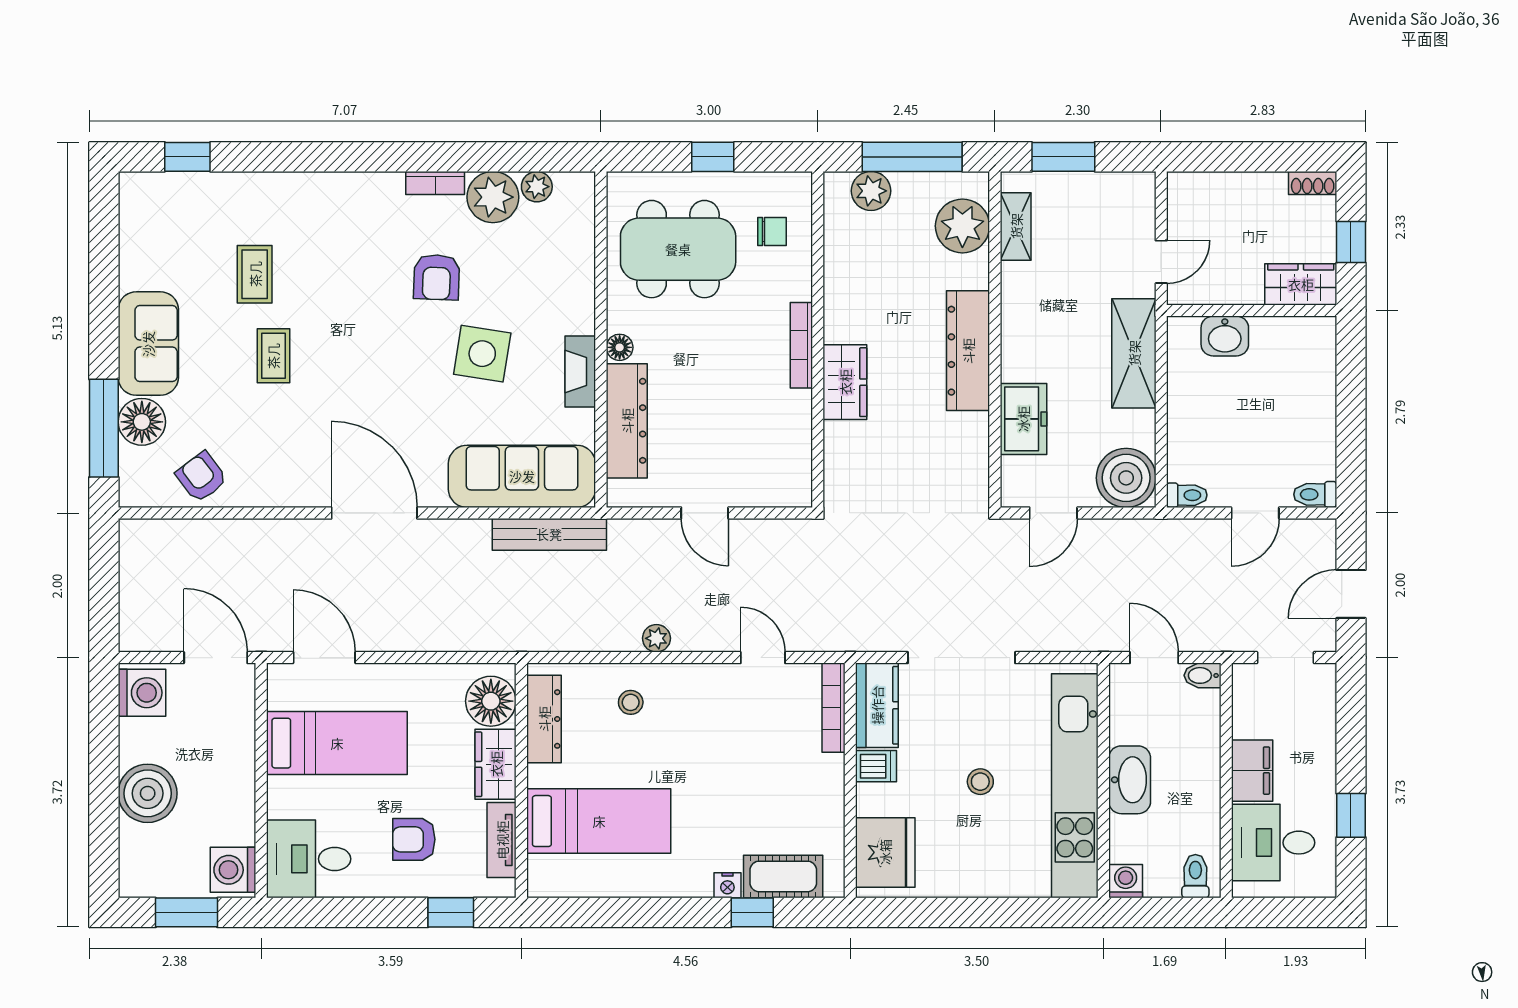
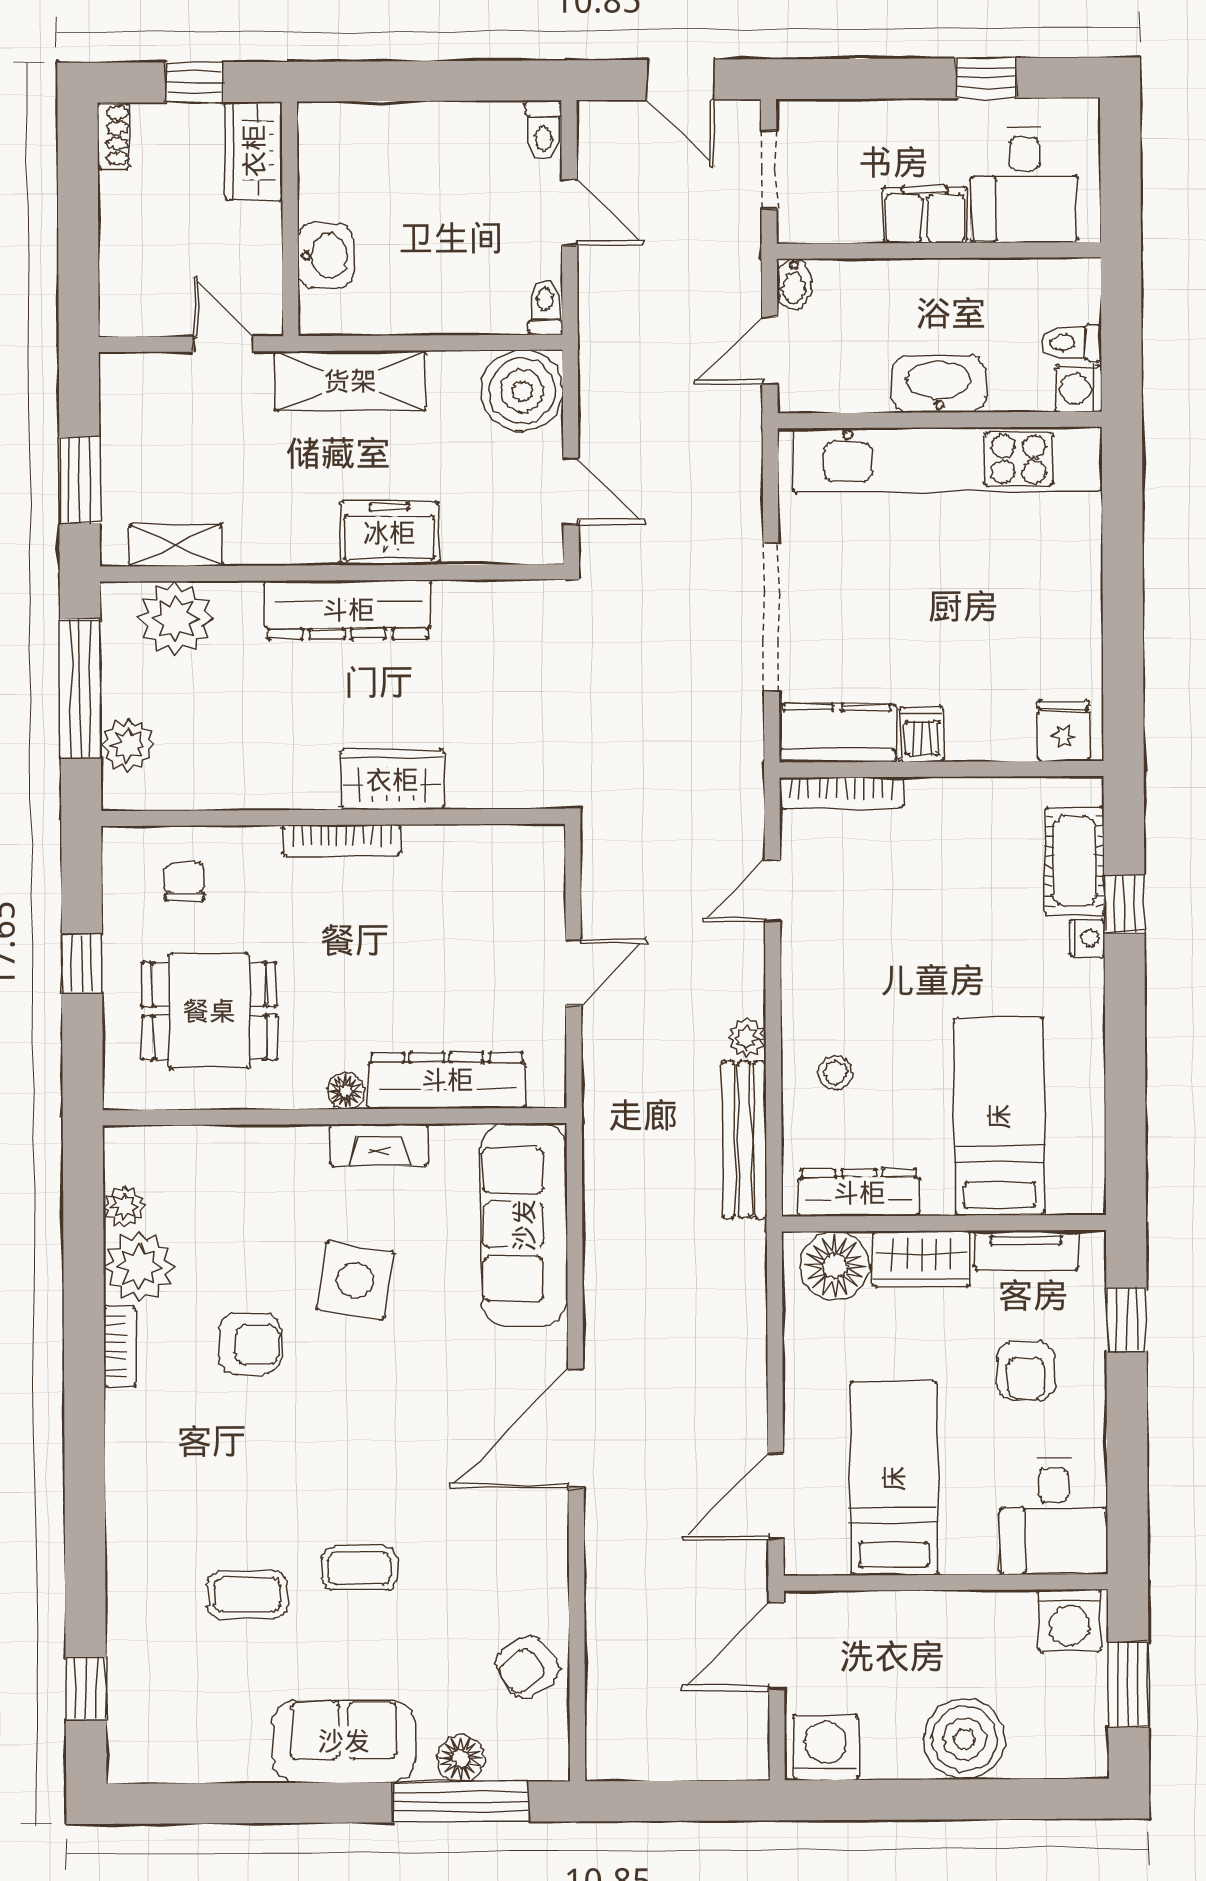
dining table: (678, 249) -> (209, 1011), width x0.73
freezer: (1023, 419) -> (389, 533), moved
floor lamp: (142, 422) -> (461, 1758), width x0.73, depth x0.73
bench: (549, 534) -> (744, 1140), moved
stool: (980, 782) -> (942, 590), removed
fridge: (885, 852) -> (1063, 731), width x0.53, depth x0.75
toilet: (1195, 876) -> (1071, 343), moved

